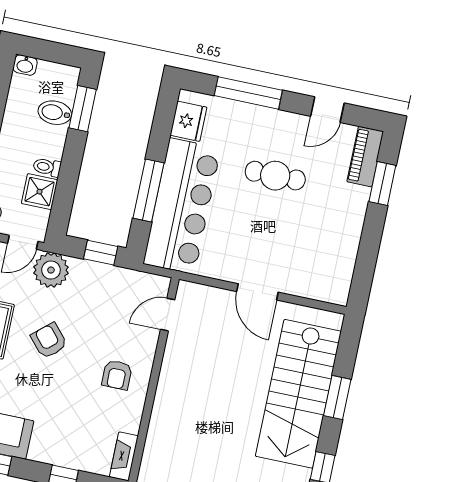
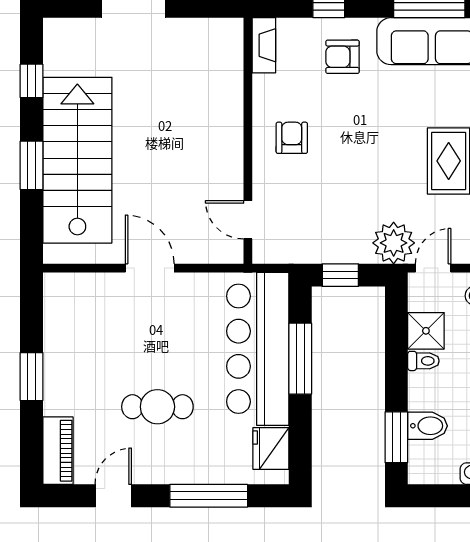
window: (382, 184) -> (32, 377), moved
door: (168, 315) -> (248, 220), swing flipped
armchair: (49, 341) -> (342, 57), moved, turned 131

